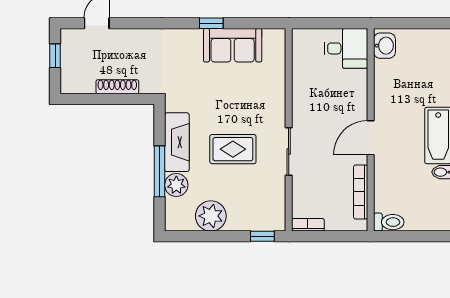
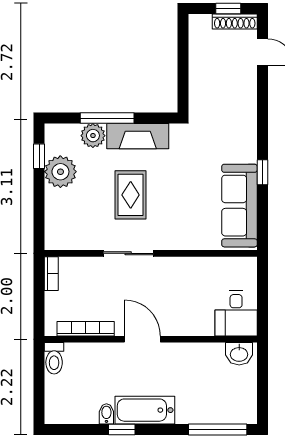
sofa: (233, 45) -> (239, 206), width x1.36
shoe rack: (117, 87) -> (235, 21), moved, turned 90
window: (262, 236) -> (39, 156), moved

